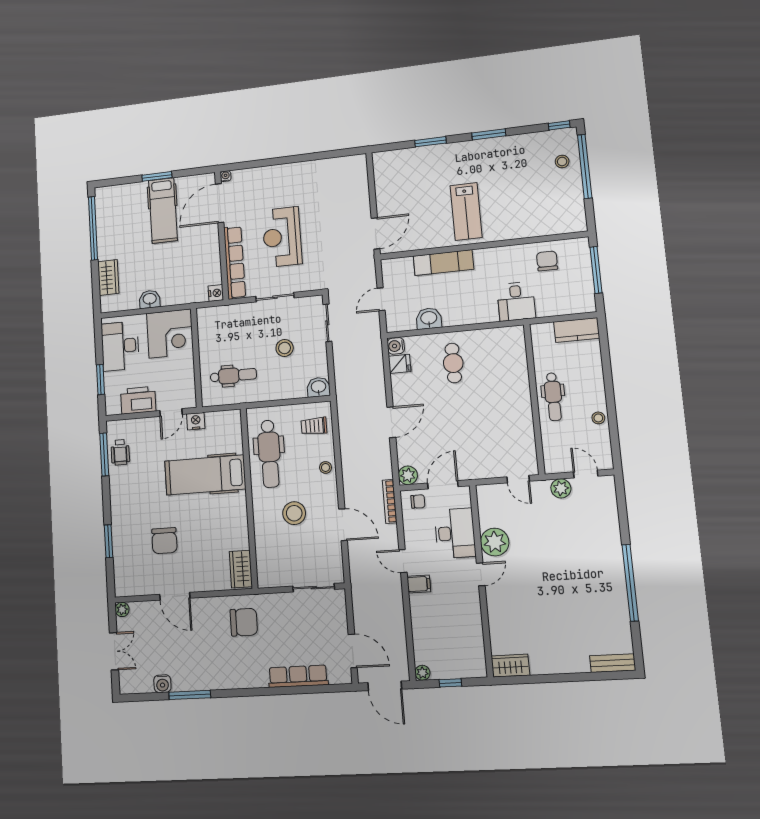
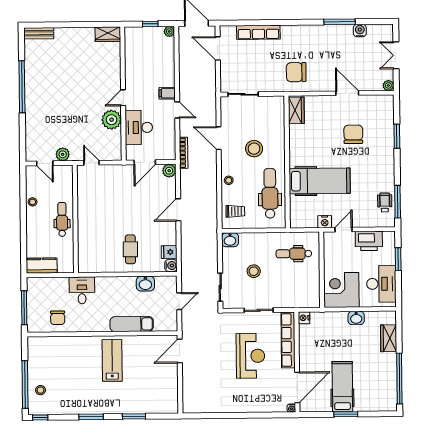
chair: (418, 502) -> (163, 151), removed

